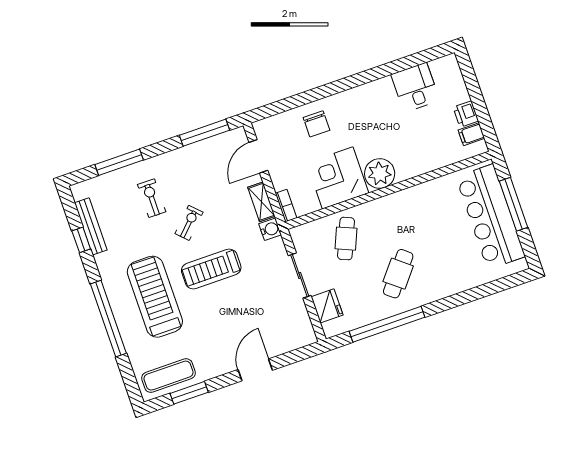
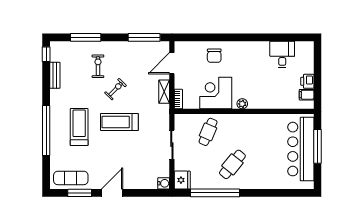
plant: (380, 174) -> (242, 104), width x0.53, depth x0.53
bench: (91, 226) -> (55, 75), width x0.73
water cooler: (270, 229) -> (164, 183), moved
window: (81, 240) -> (46, 54), moved
treadmill: (155, 297) -> (79, 127), width x0.73, depth x0.73
fridge: (327, 306) -> (182, 180), moved
door: (255, 370) -> (112, 193), moved

